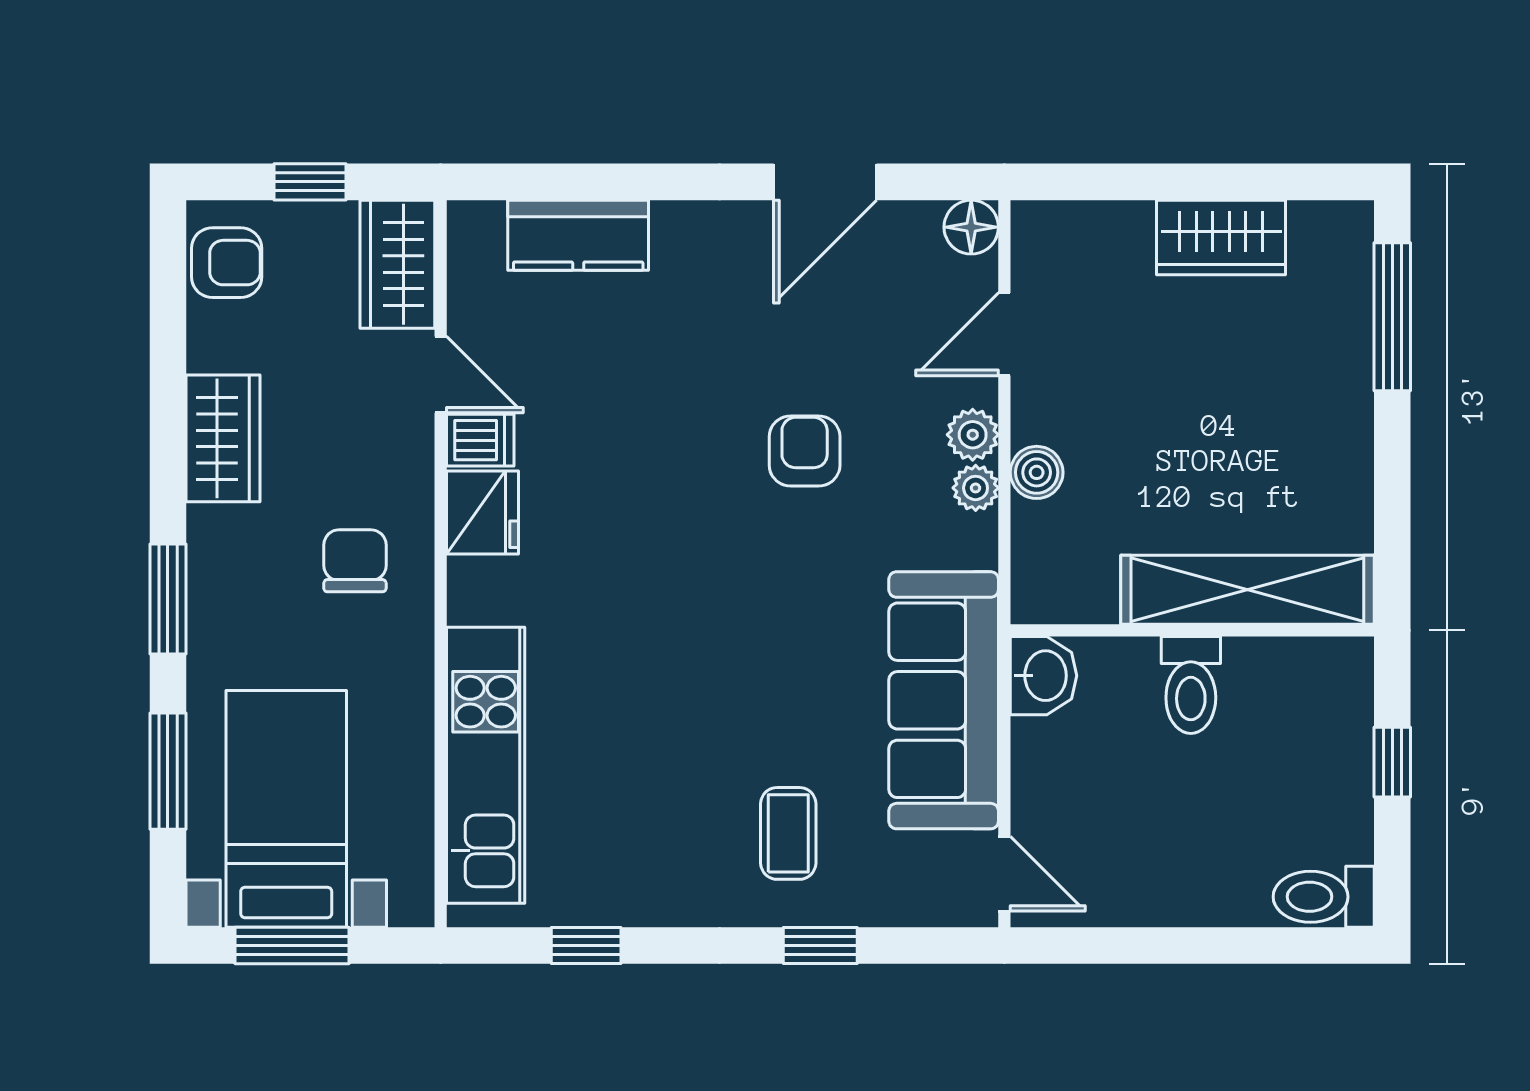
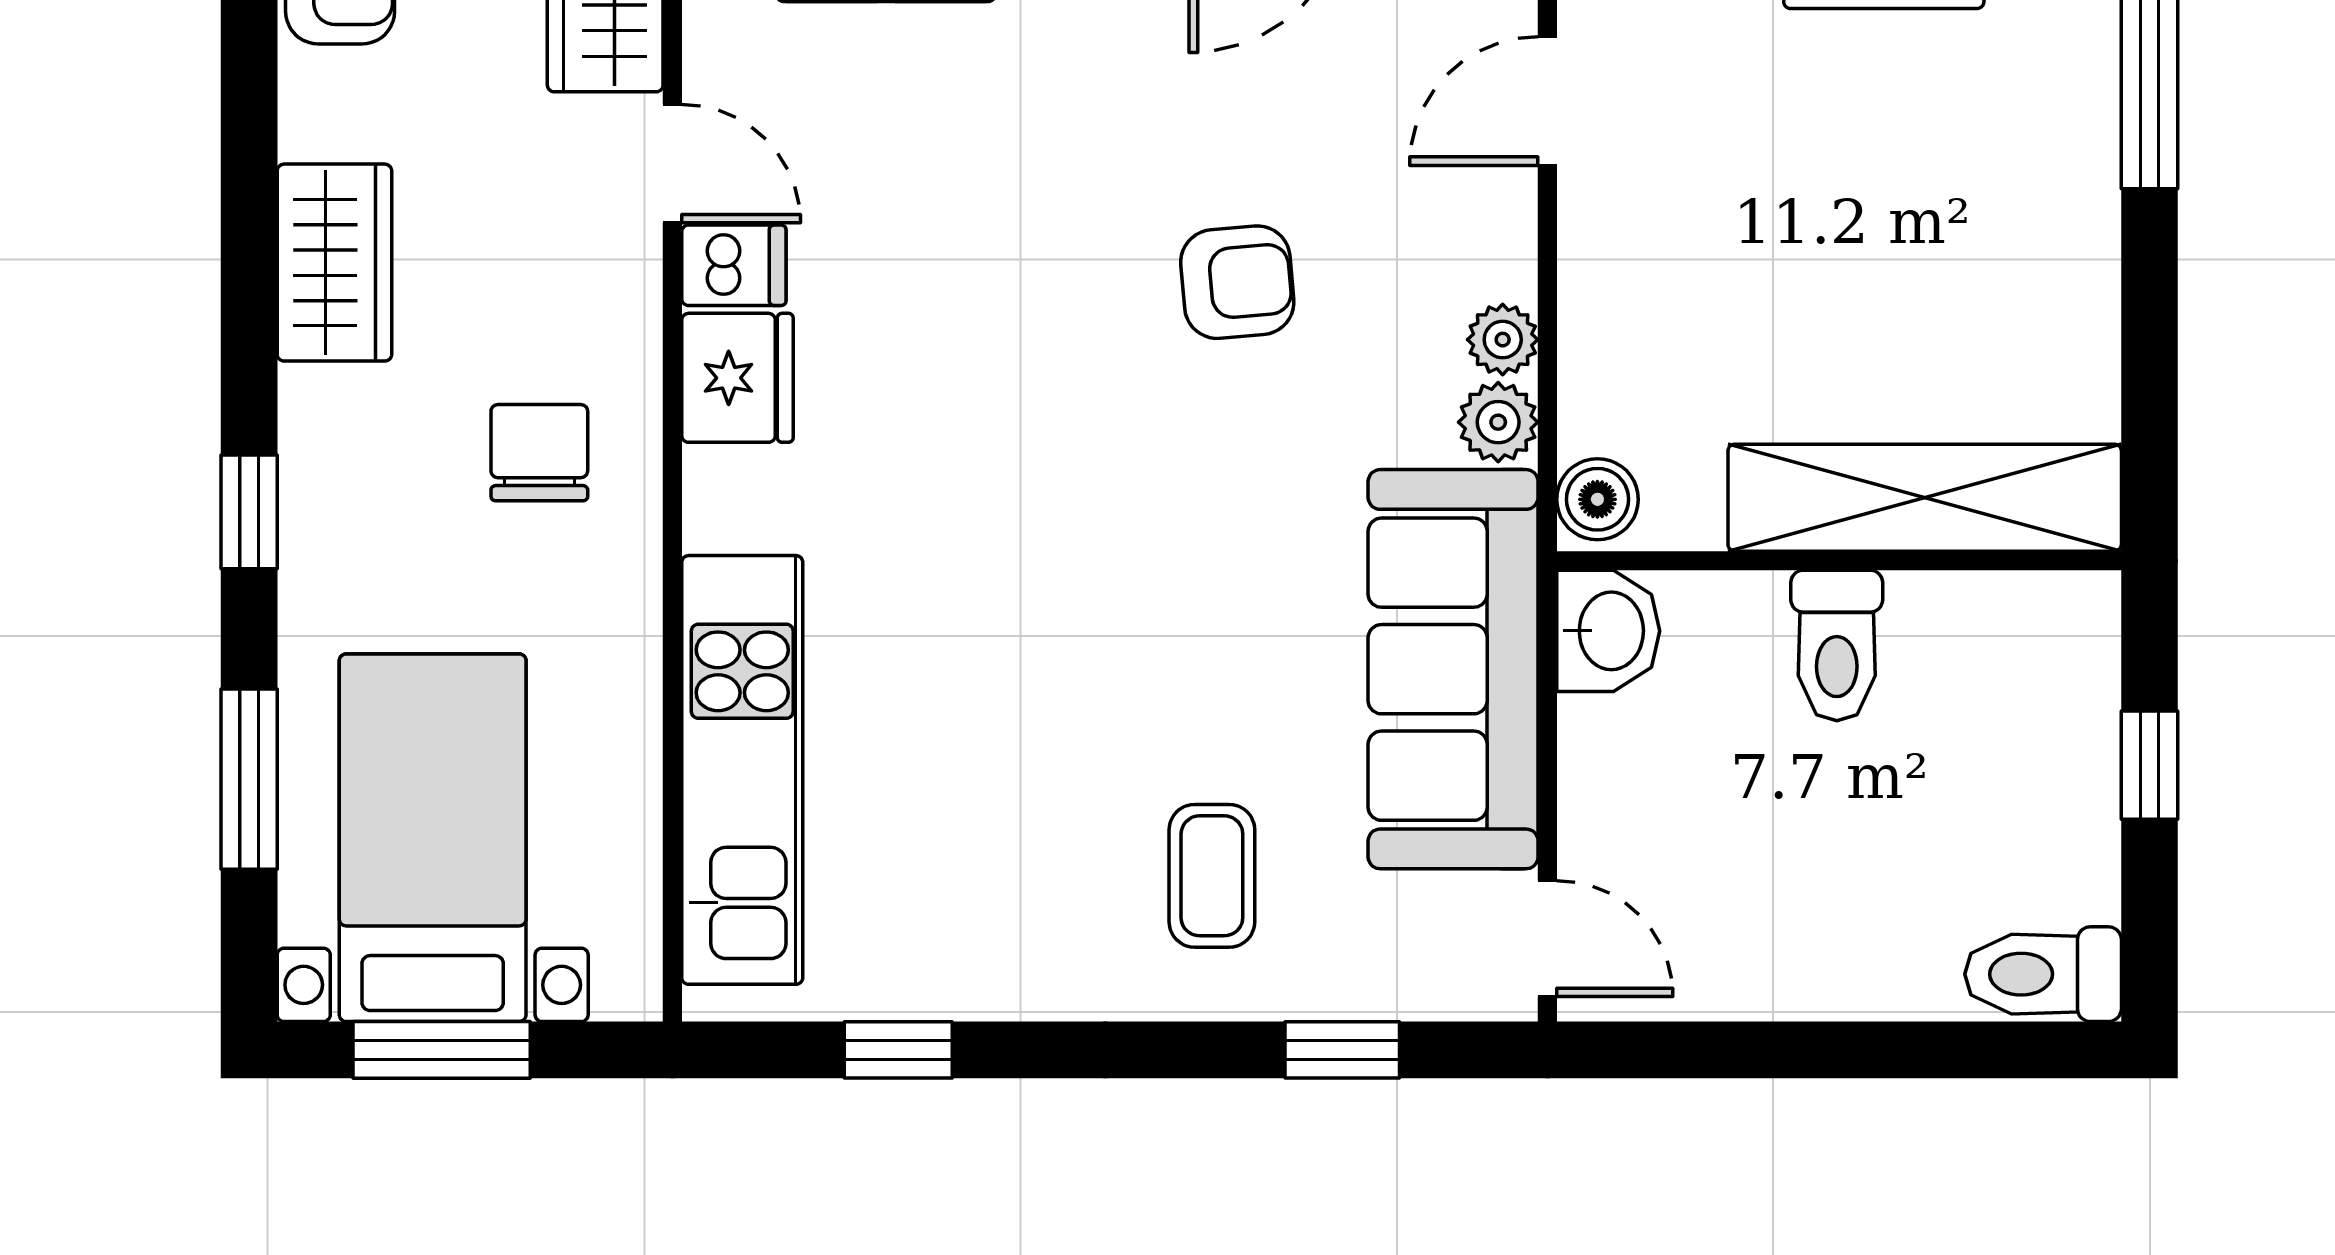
plant: (973, 435) -> (1498, 422), moved
armchair: (805, 451) -> (1237, 282), turned 85
boiler: (1037, 472) -> (1597, 499), moved
window: (168, 599) -> (249, 512), width x0.67
window: (820, 946) -> (1342, 1050), moved

